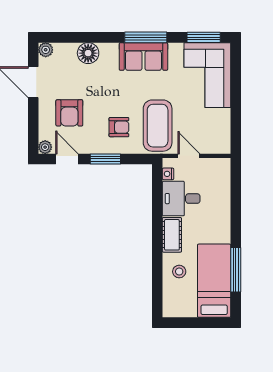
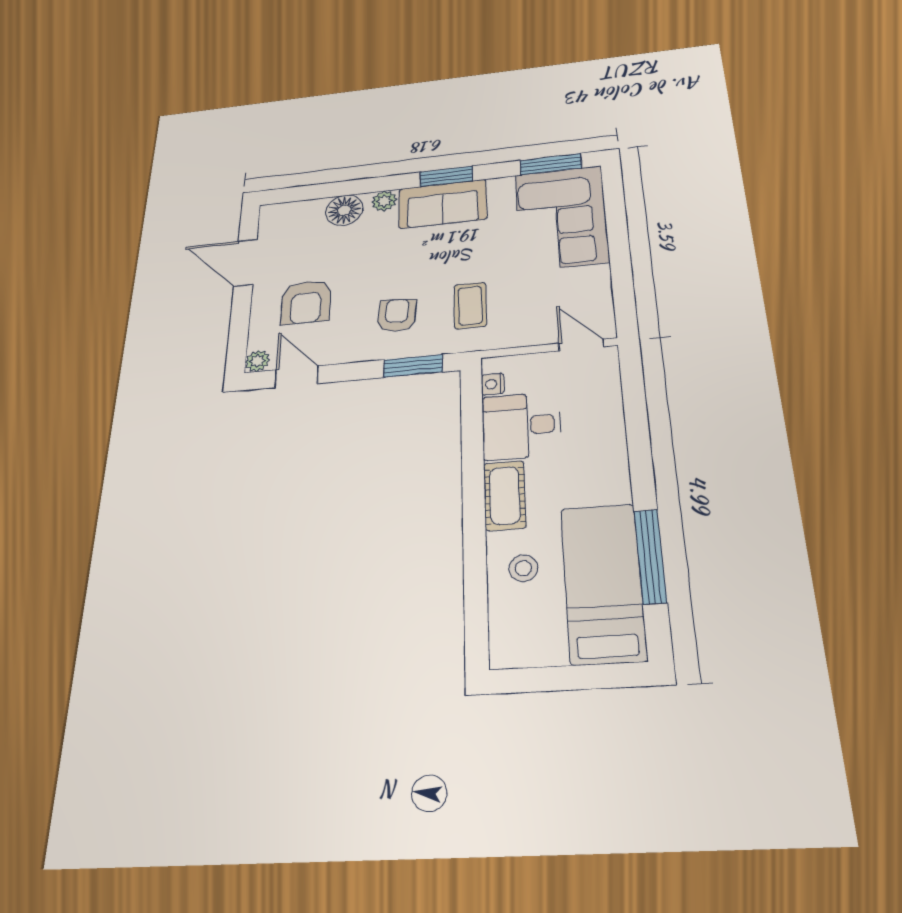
window: (146, 37) -> (446, 176), width x0.69
plant: (46, 50) -> (384, 201), moved
coffee table: (158, 126) -> (470, 306), width x0.54, depth x0.58
armchair: (119, 127) -> (397, 315), turned -85
door: (189, 156) -> (581, 345), moved
window: (105, 159) -> (413, 366), moved

